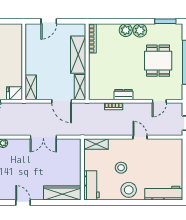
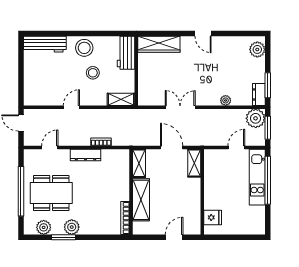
window: (165, 21) -> (64, 237), moved
plant: (126, 30) -> (44, 227), moved
dining table: (158, 61) -> (51, 193), width x1.37
fridge: (14, 93) -> (213, 217), moved
dresser: (124, 95) -> (85, 155), width x1.44
door: (62, 101) -> (172, 147), moved
door: (140, 137) -> (71, 107), swing flipped

